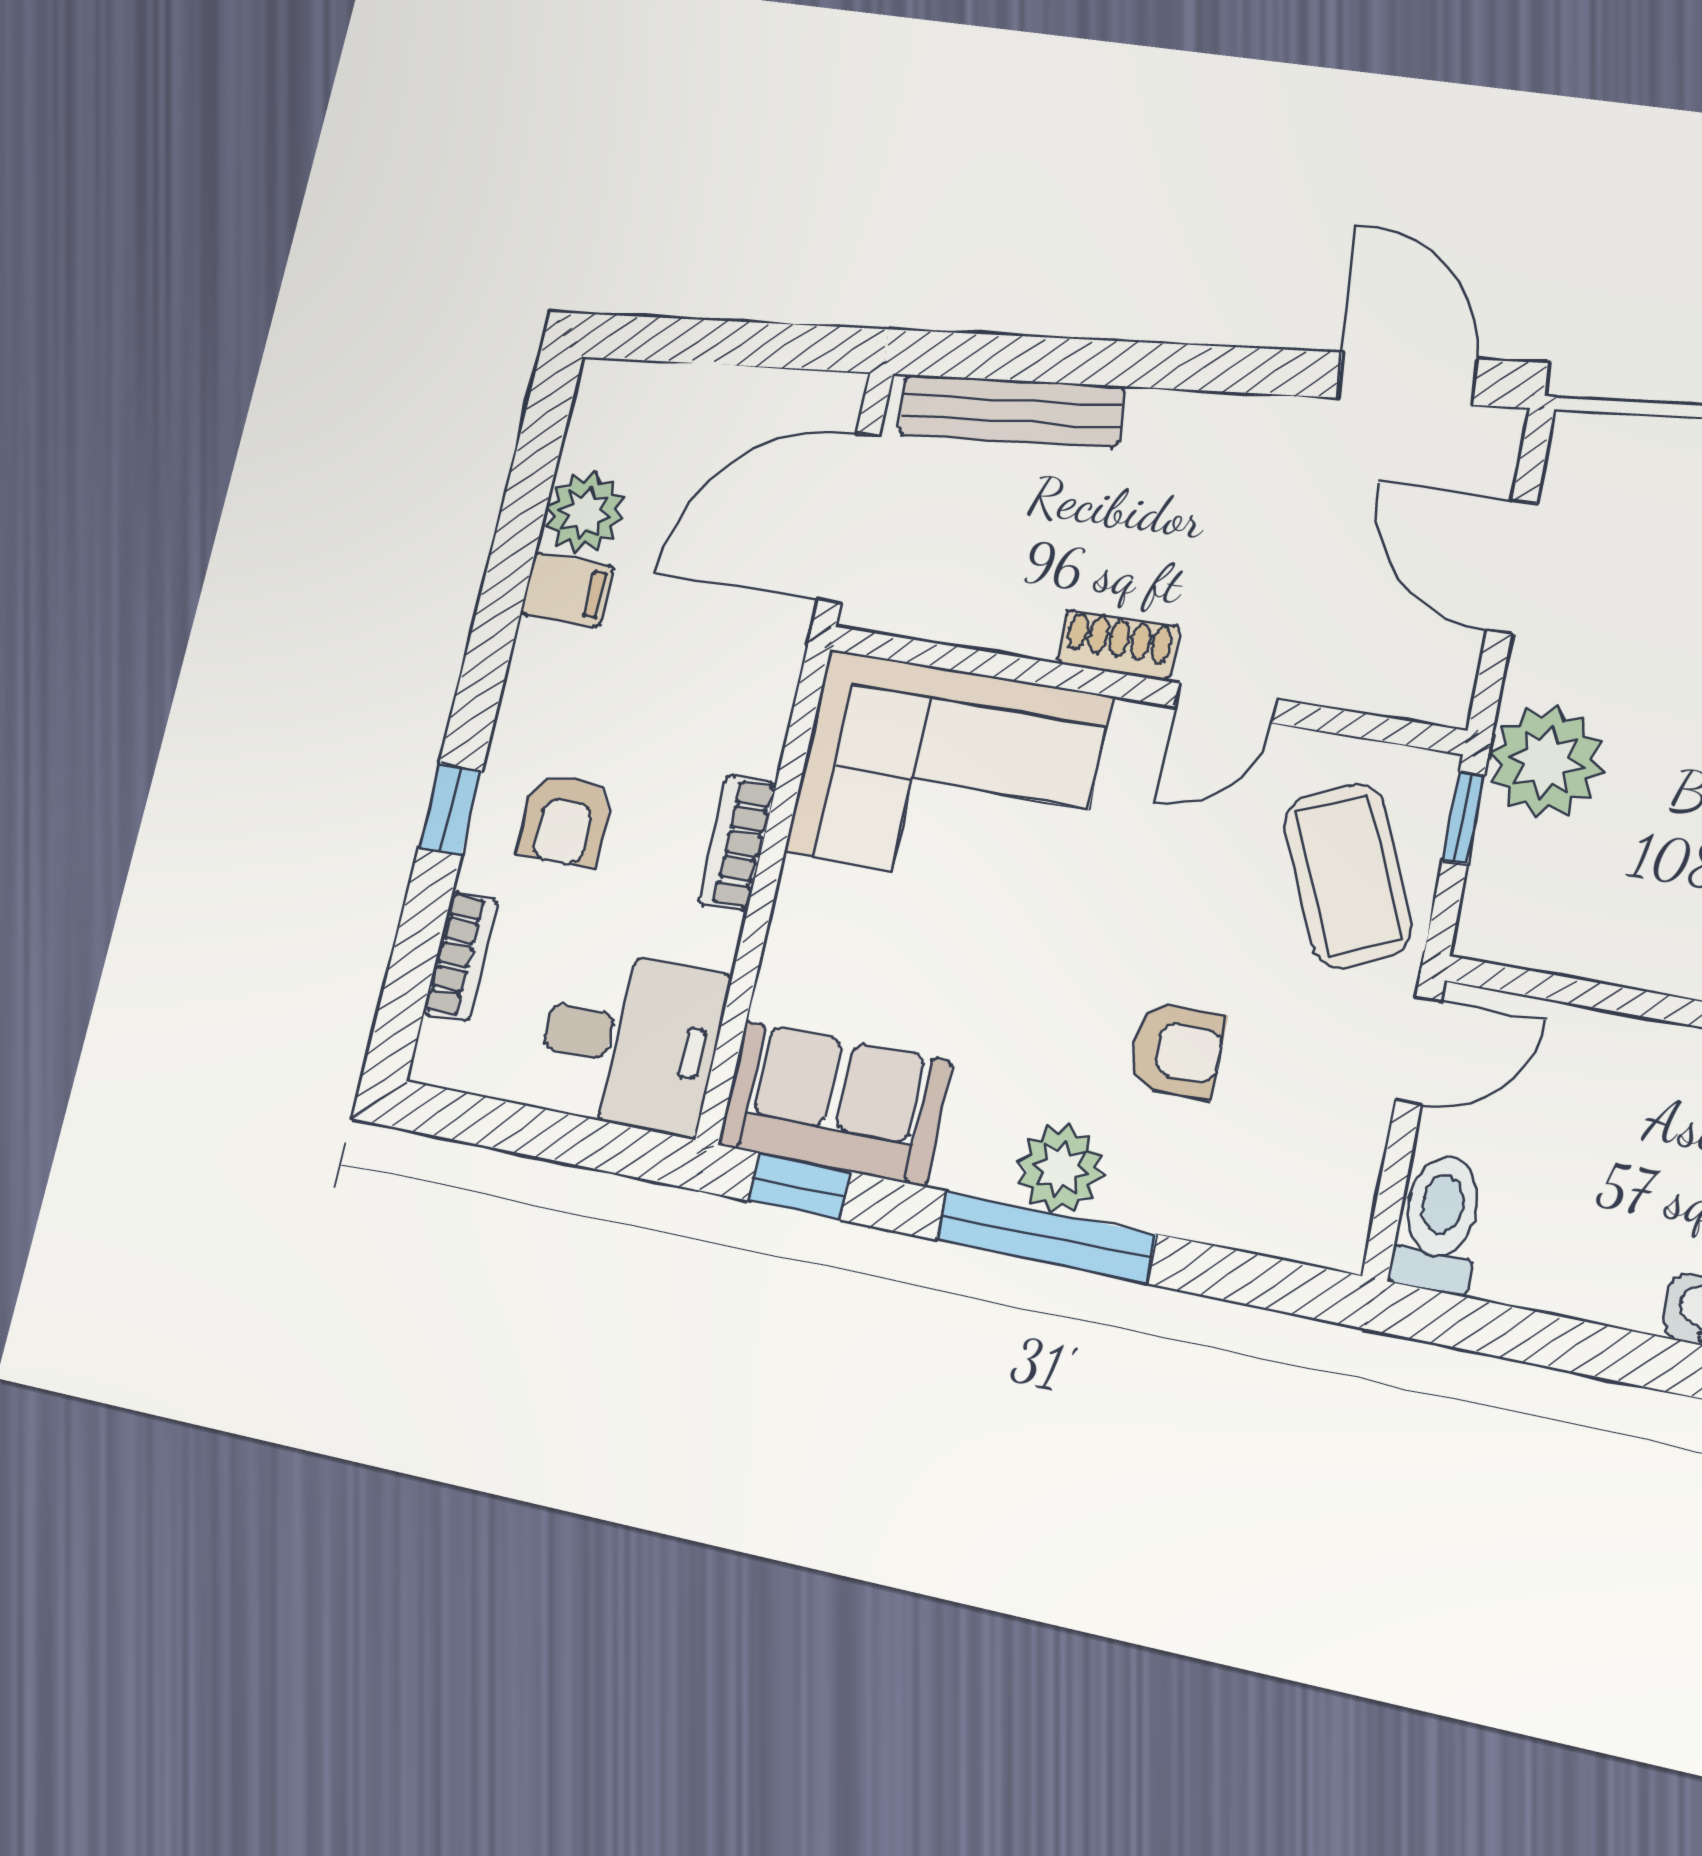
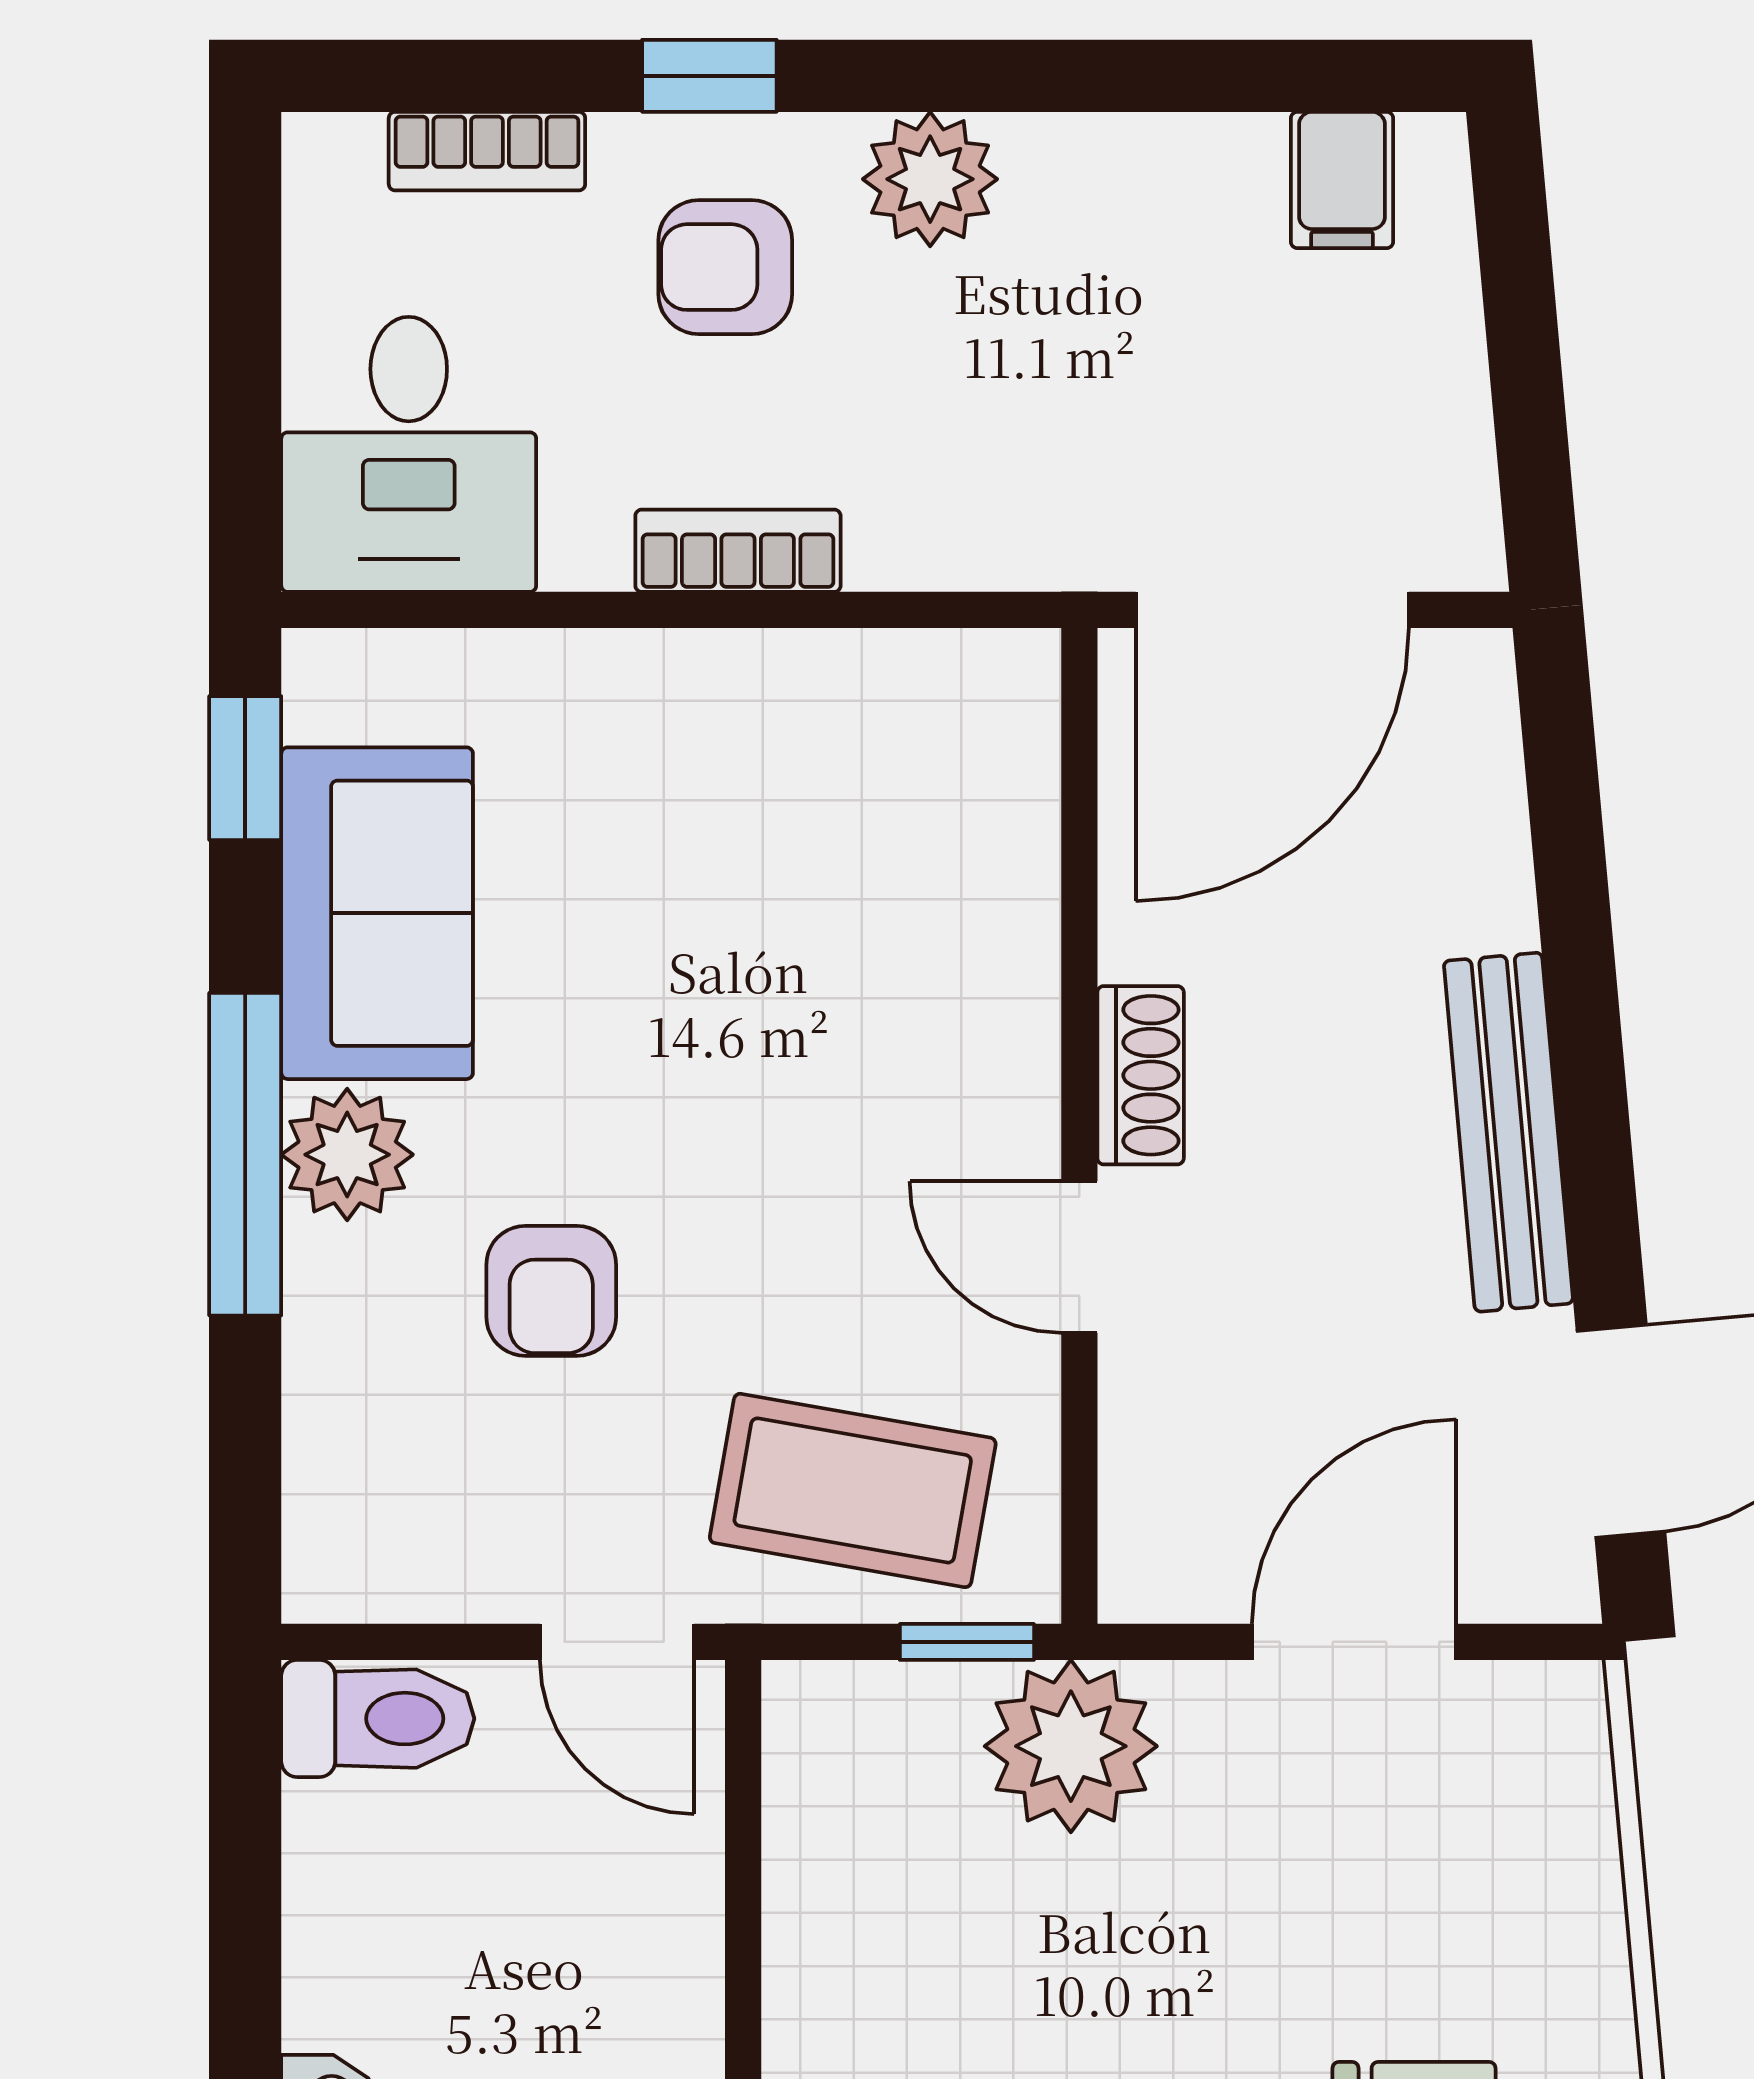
bench: (1011, 410) -> (1508, 1132), moved
plant: (585, 513) -> (930, 179), moved
door: (849, 518) -> (1272, 610), swing flipped
filing cabinet: (567, 590) -> (1342, 180), moved
corner sofa: (948, 775) -> (899, 857), removed
coffee table: (1348, 876) -> (853, 1490), turned 34
sofa: (835, 1103) -> (377, 913), moved

